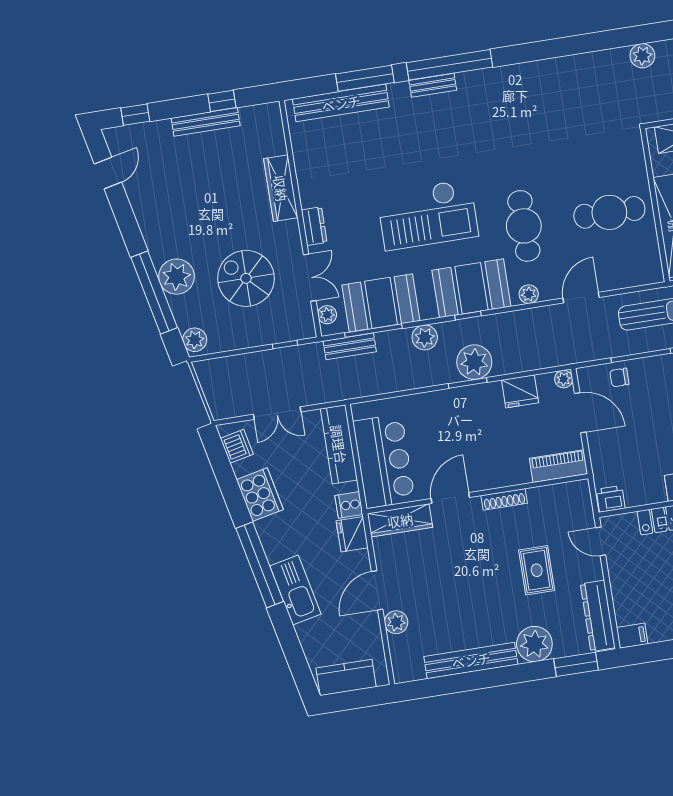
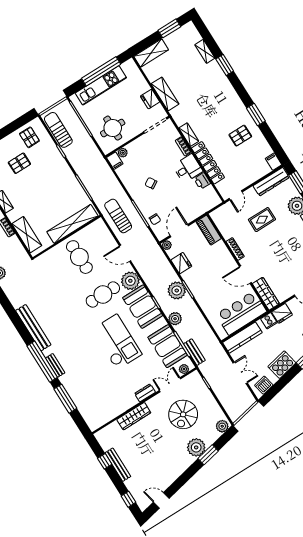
bench: (341, 103) -> (33, 328), moved
window: (154, 292) -> (208, 455), width x0.47
plant: (529, 294) -> (130, 281), width x1.88, depth x1.88
printer: (611, 499) -> (202, 181), moved

